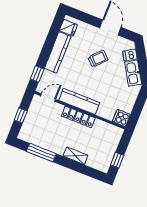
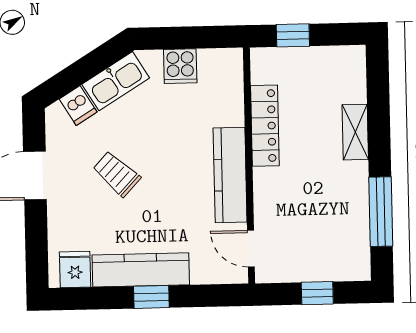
window: (37, 74) -> (151, 297), moved
locker: (78, 117) -> (265, 126), moved
cooker: (121, 118) -> (180, 66), moved
window: (117, 160) -> (293, 35), moved

